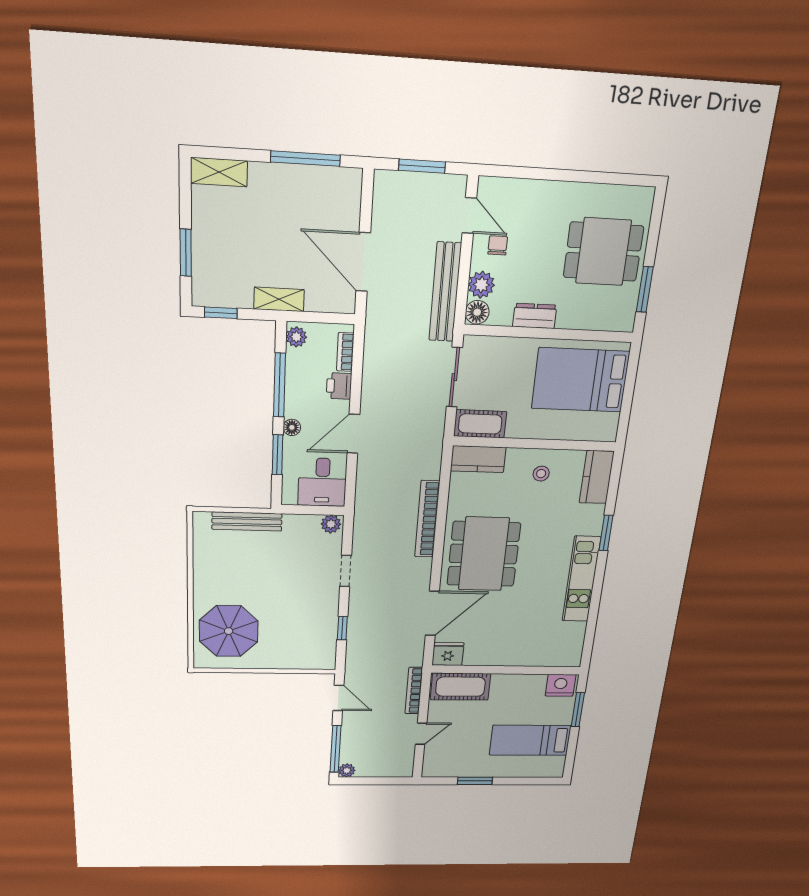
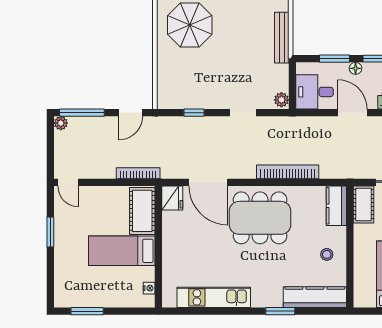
kitchen counter: (597, 477) -> (315, 297), width x1.50
kitchen unit: (581, 579) -> (214, 297), moved
nightstand: (561, 685) -> (149, 288), width x0.53, depth x0.56
window: (578, 710) -> (87, 311), moved
door: (421, 734) -> (68, 182), moved
bed: (530, 740) -> (122, 251), moved, turned -90

